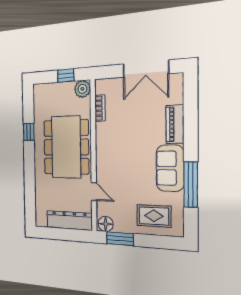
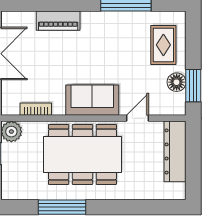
window: (29, 132) -> (62, 207), width x2.17
sofa: (170, 168) -> (92, 100), moved, turned 180
floor lamp: (106, 224) -> (177, 82), moved

